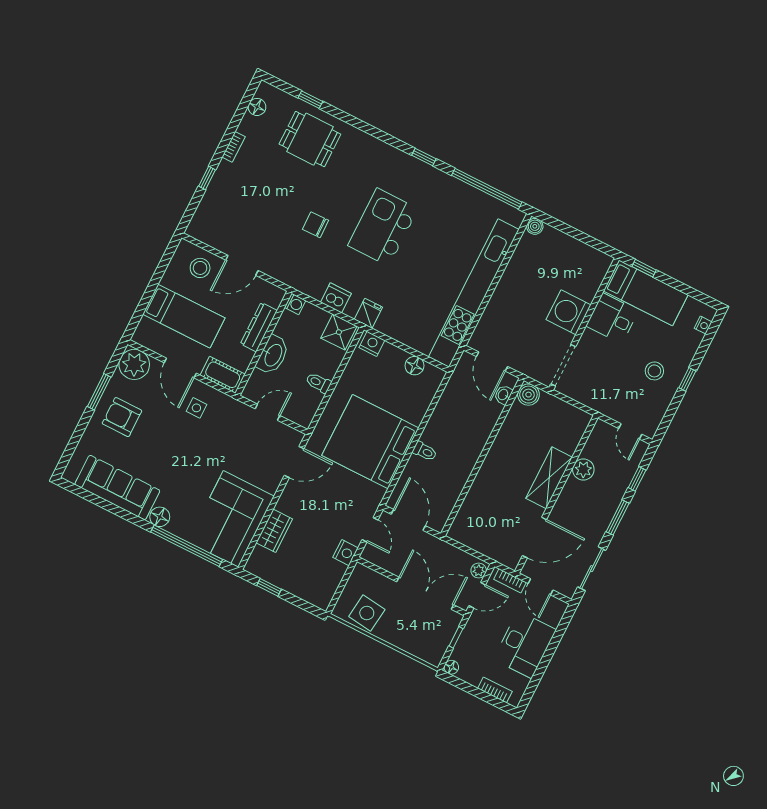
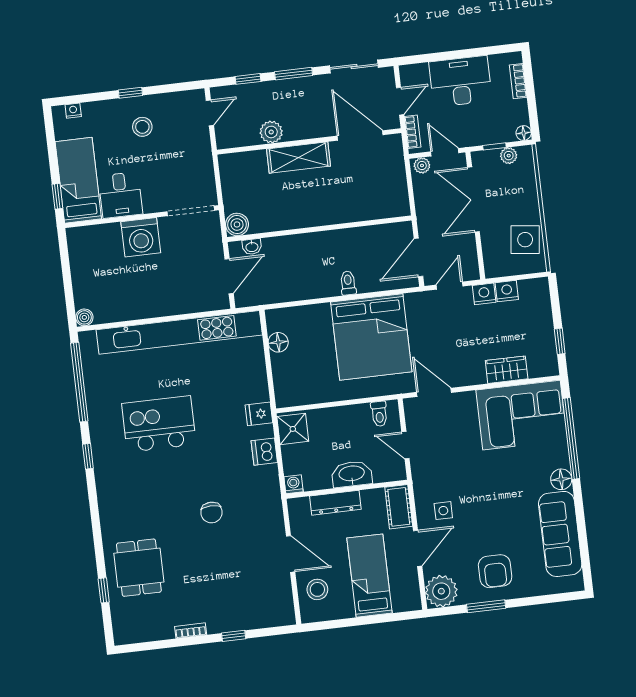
floor lamp: (257, 107) -> (141, 633), removed
kitchen island: (383, 227) -> (159, 424), moved, turned 180
nightstand: (372, 344) -> (507, 291), moved, turned 90
toilet: (318, 383) -> (379, 414), moved
plant: (441, 644) -> (509, 156), added

